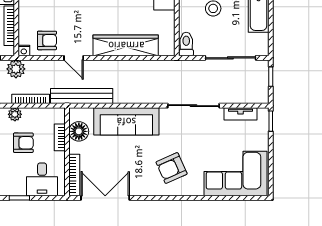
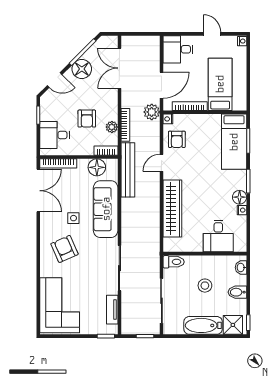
plant: (15, 114) -> (112, 127), moved
bookcase: (60, 137) -> (106, 151), moved
side table: (136, 158) -> (73, 218), added

